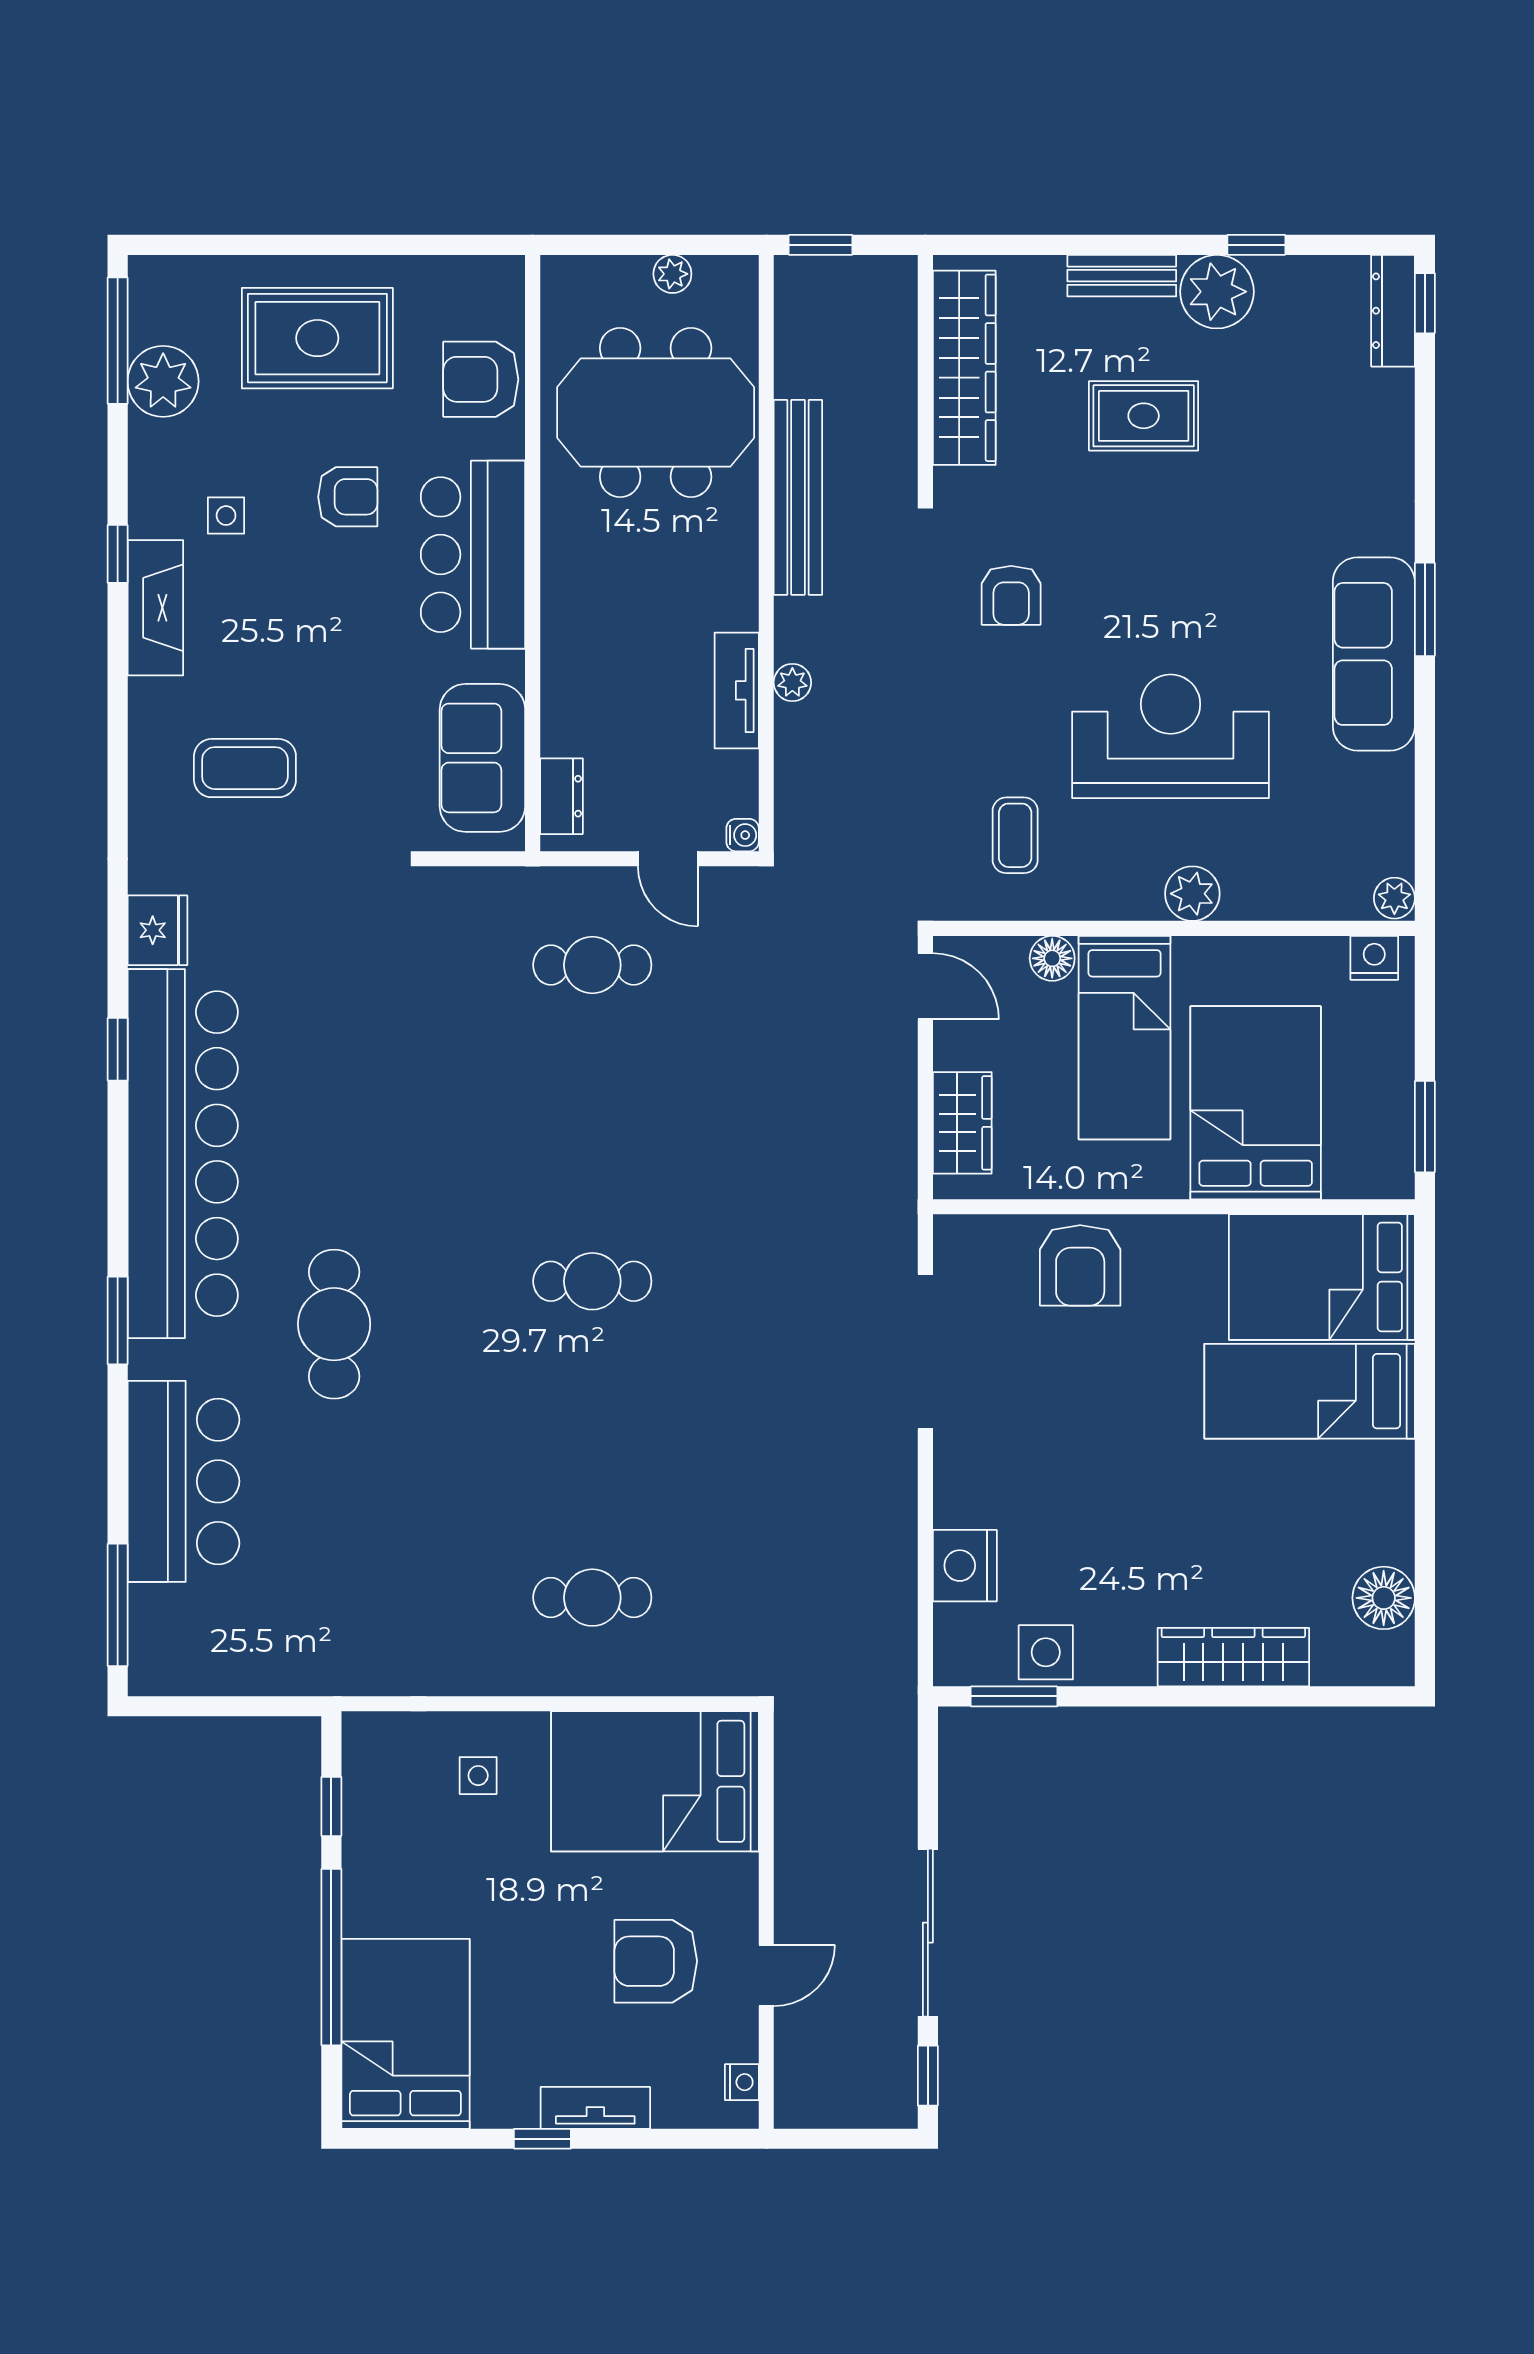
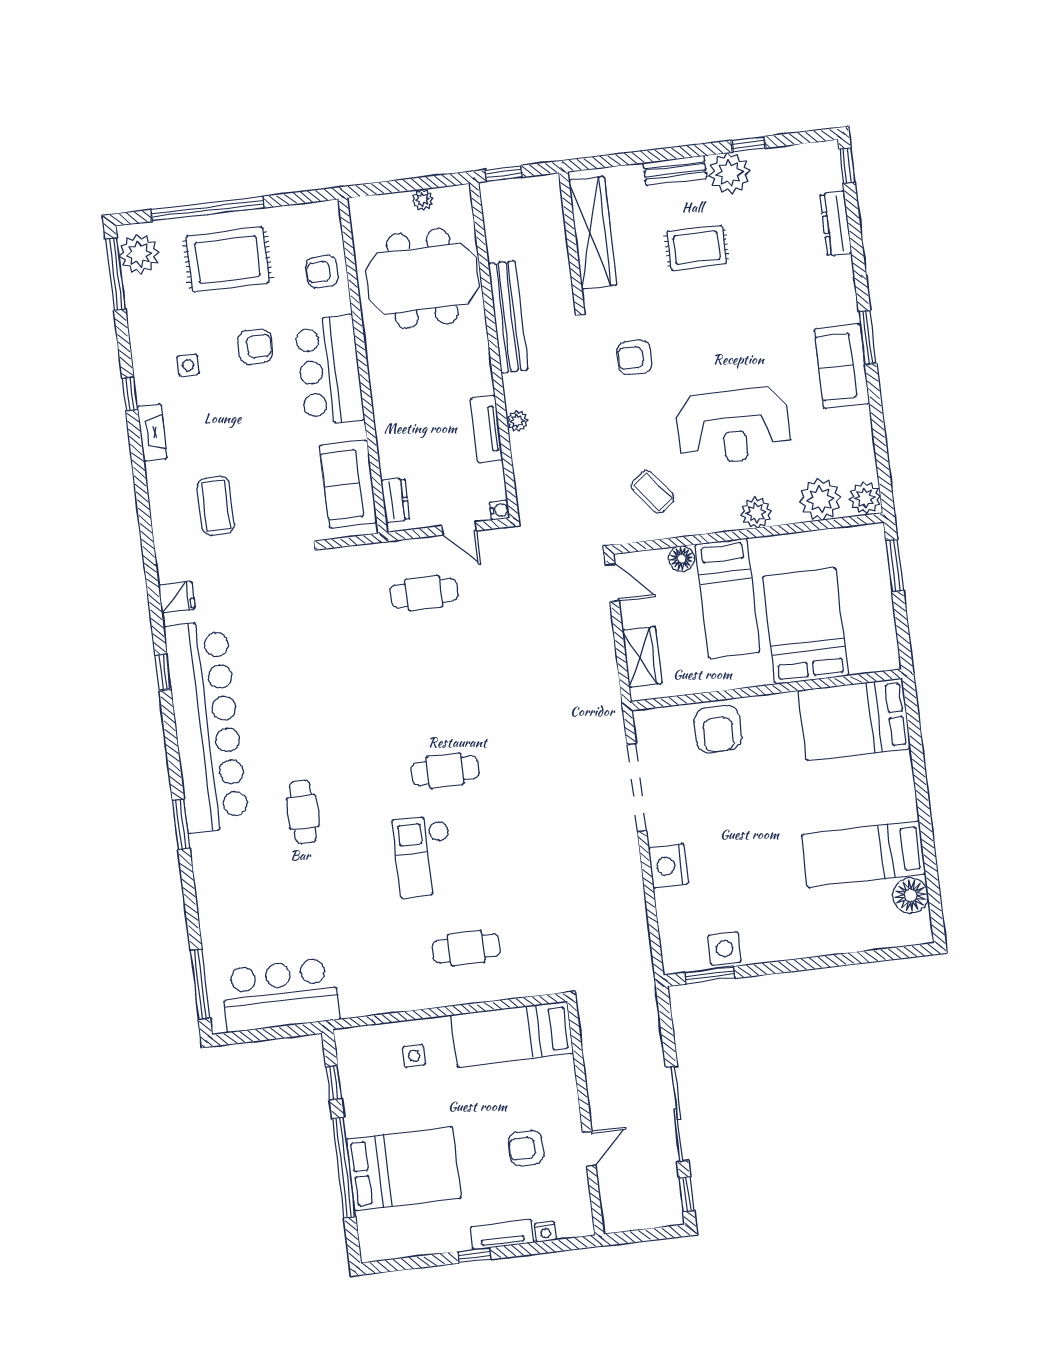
window: (293, 245) -> (207, 209), added
dresser: (1393, 311) -> (836, 224), moved
armchair: (481, 379) -> (322, 272), width x0.72, depth x0.72
plant: (163, 381) -> (139, 254), moved
armchair: (1011, 595) -> (634, 357), turned 90
fireplace: (155, 608) -> (152, 432), width x0.73, depth x0.76
sofa: (1374, 654) -> (842, 366), width x0.73
reception desk: (1171, 736) -> (733, 426), turned 180
coffee table: (245, 768) -> (216, 506), turned 90
coffee table: (1015, 835) -> (653, 492), turned -38
plant: (1308, 883) -> (820, 499), added
plant: (1394, 898) -> (865, 498), width x1.38, depth x1.38
fridge: (158, 930) -> (177, 597), width x0.72
nightstand: (1374, 958) -> (862, 537), removed
window: (1425, 1127) -> (895, 565), moved
cafe table: (334, 1324) -> (303, 812), width x0.73, depth x0.74
bed: (1310, 1391) -> (864, 854), moved
checkout: (537, 1427) -> (424, 856), added
bar counter: (183, 1481) -> (280, 995), moved, turned -90
nightstand: (965, 1566) -> (669, 866), moved
wardrobe: (1233, 1657) -> (830, 939), removed
bed: (655, 1781) -> (512, 1034), width x0.67
armchair: (656, 1961) -> (526, 1148), width x0.72, depth x0.72
bed: (405, 2034) -> (404, 1169), moved, turned 90
nightstand: (742, 2082) -> (545, 1232), moved, turned 90

